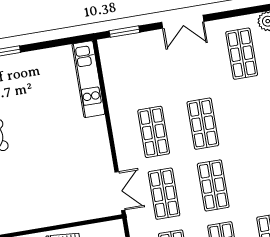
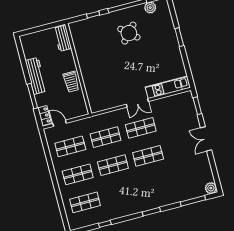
shop shelf: (242, 54) -> (191, 175), removed
double door: (120, 191) -> (137, 103), moved

